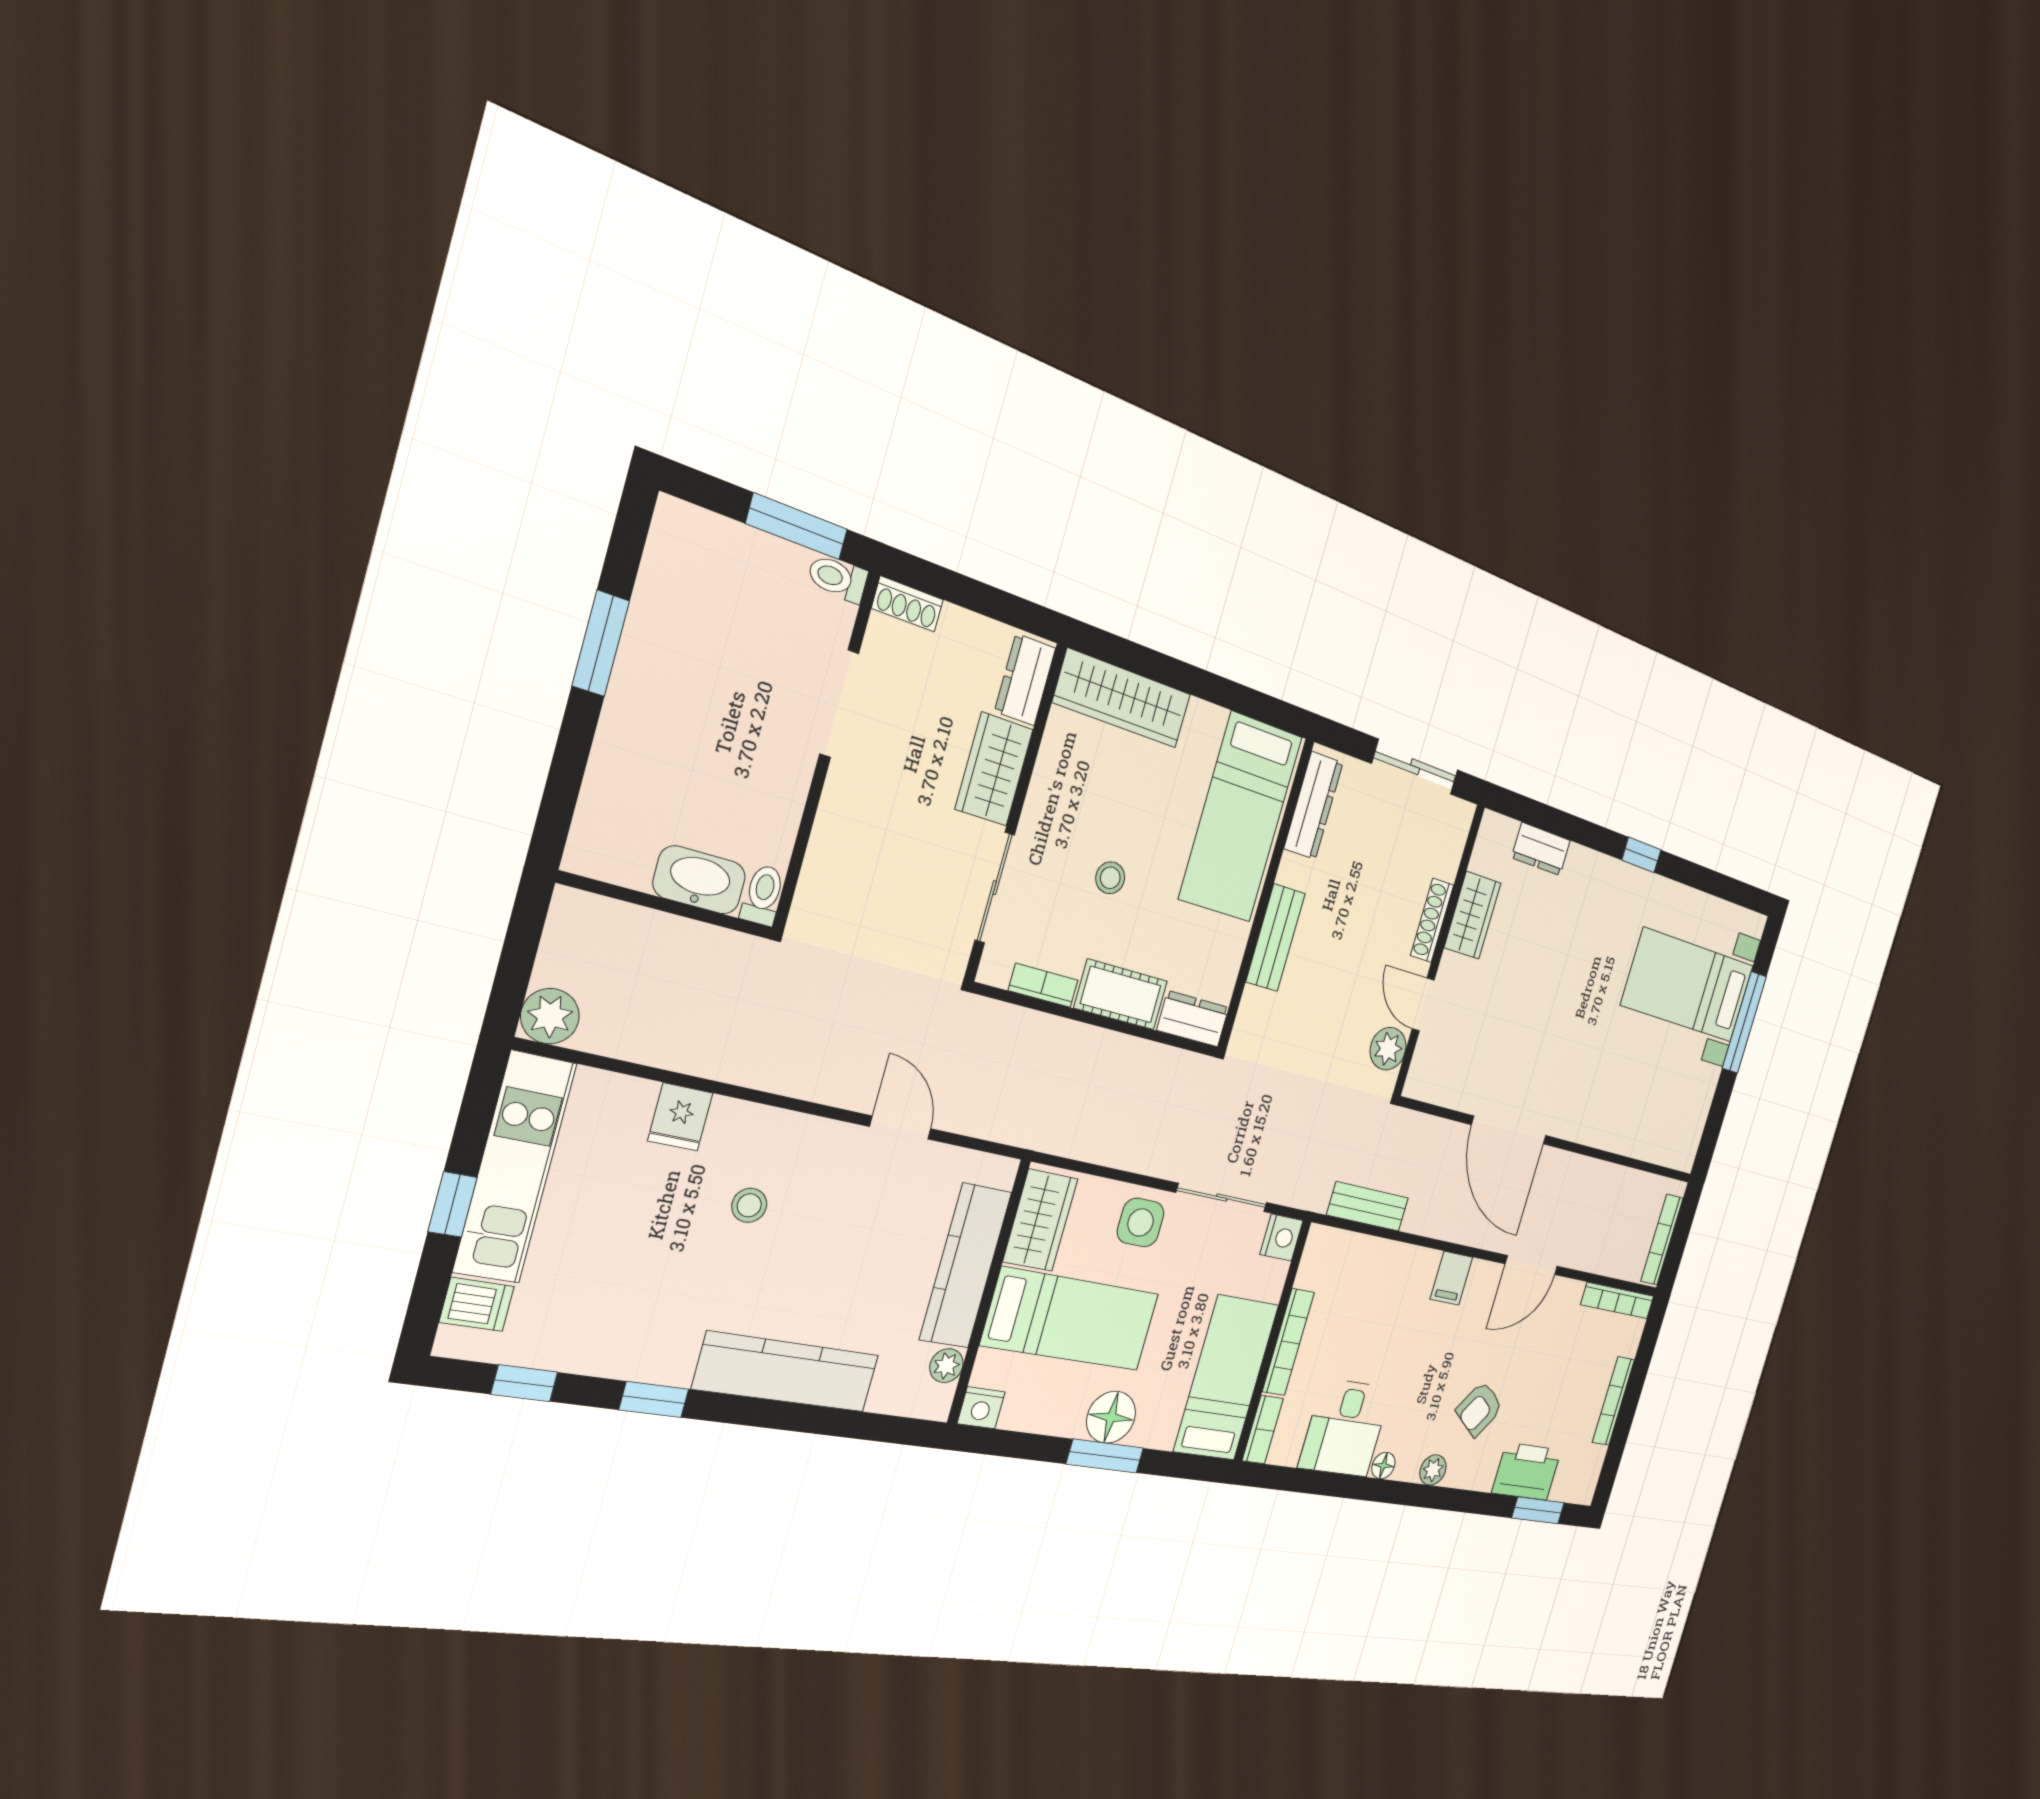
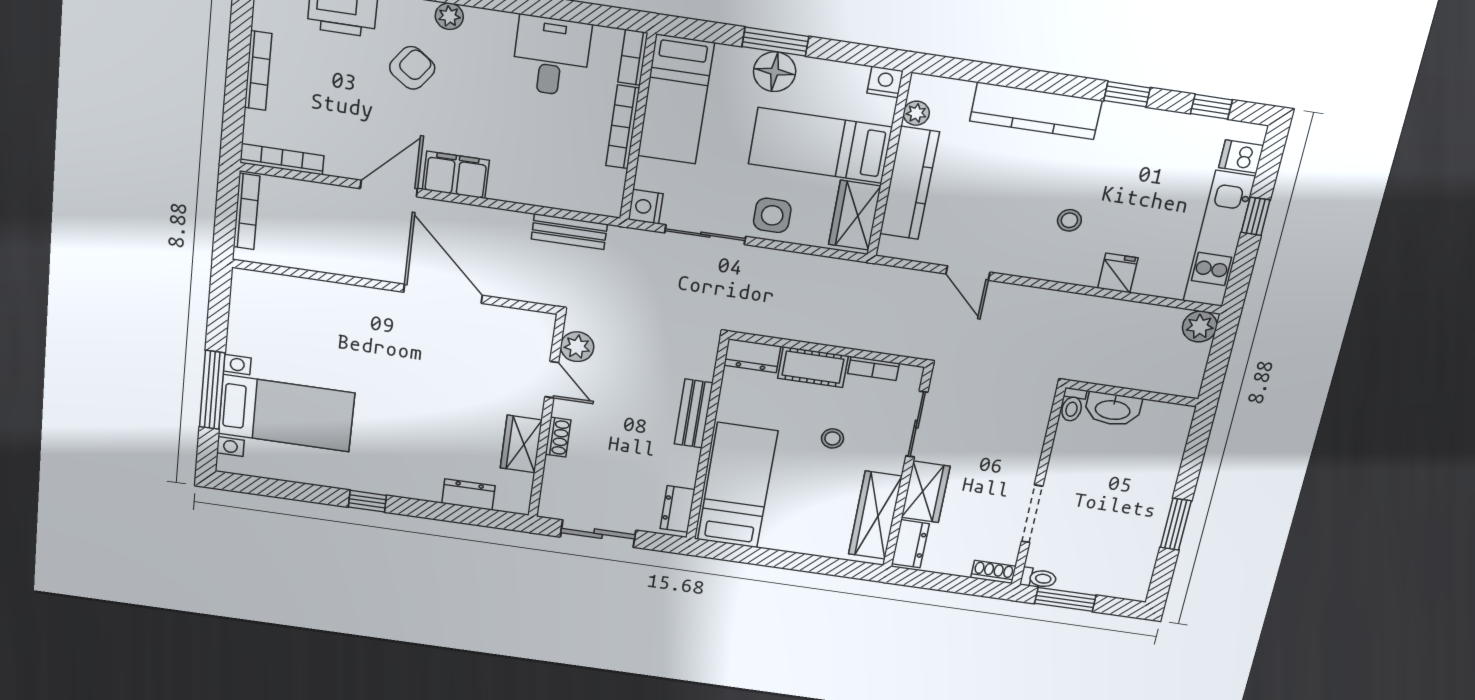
wardrobe: (1122, 698) -> (875, 515), moved, turned -90
dresser: (1313, 806) -> (678, 509), width x0.70
shoe rack: (1432, 920) -> (558, 437), width x0.70
filing cabinet: (1451, 1278) -> (456, 175), width x2.00
floor lamp: (1383, 1466) -> (504, 22), removed

